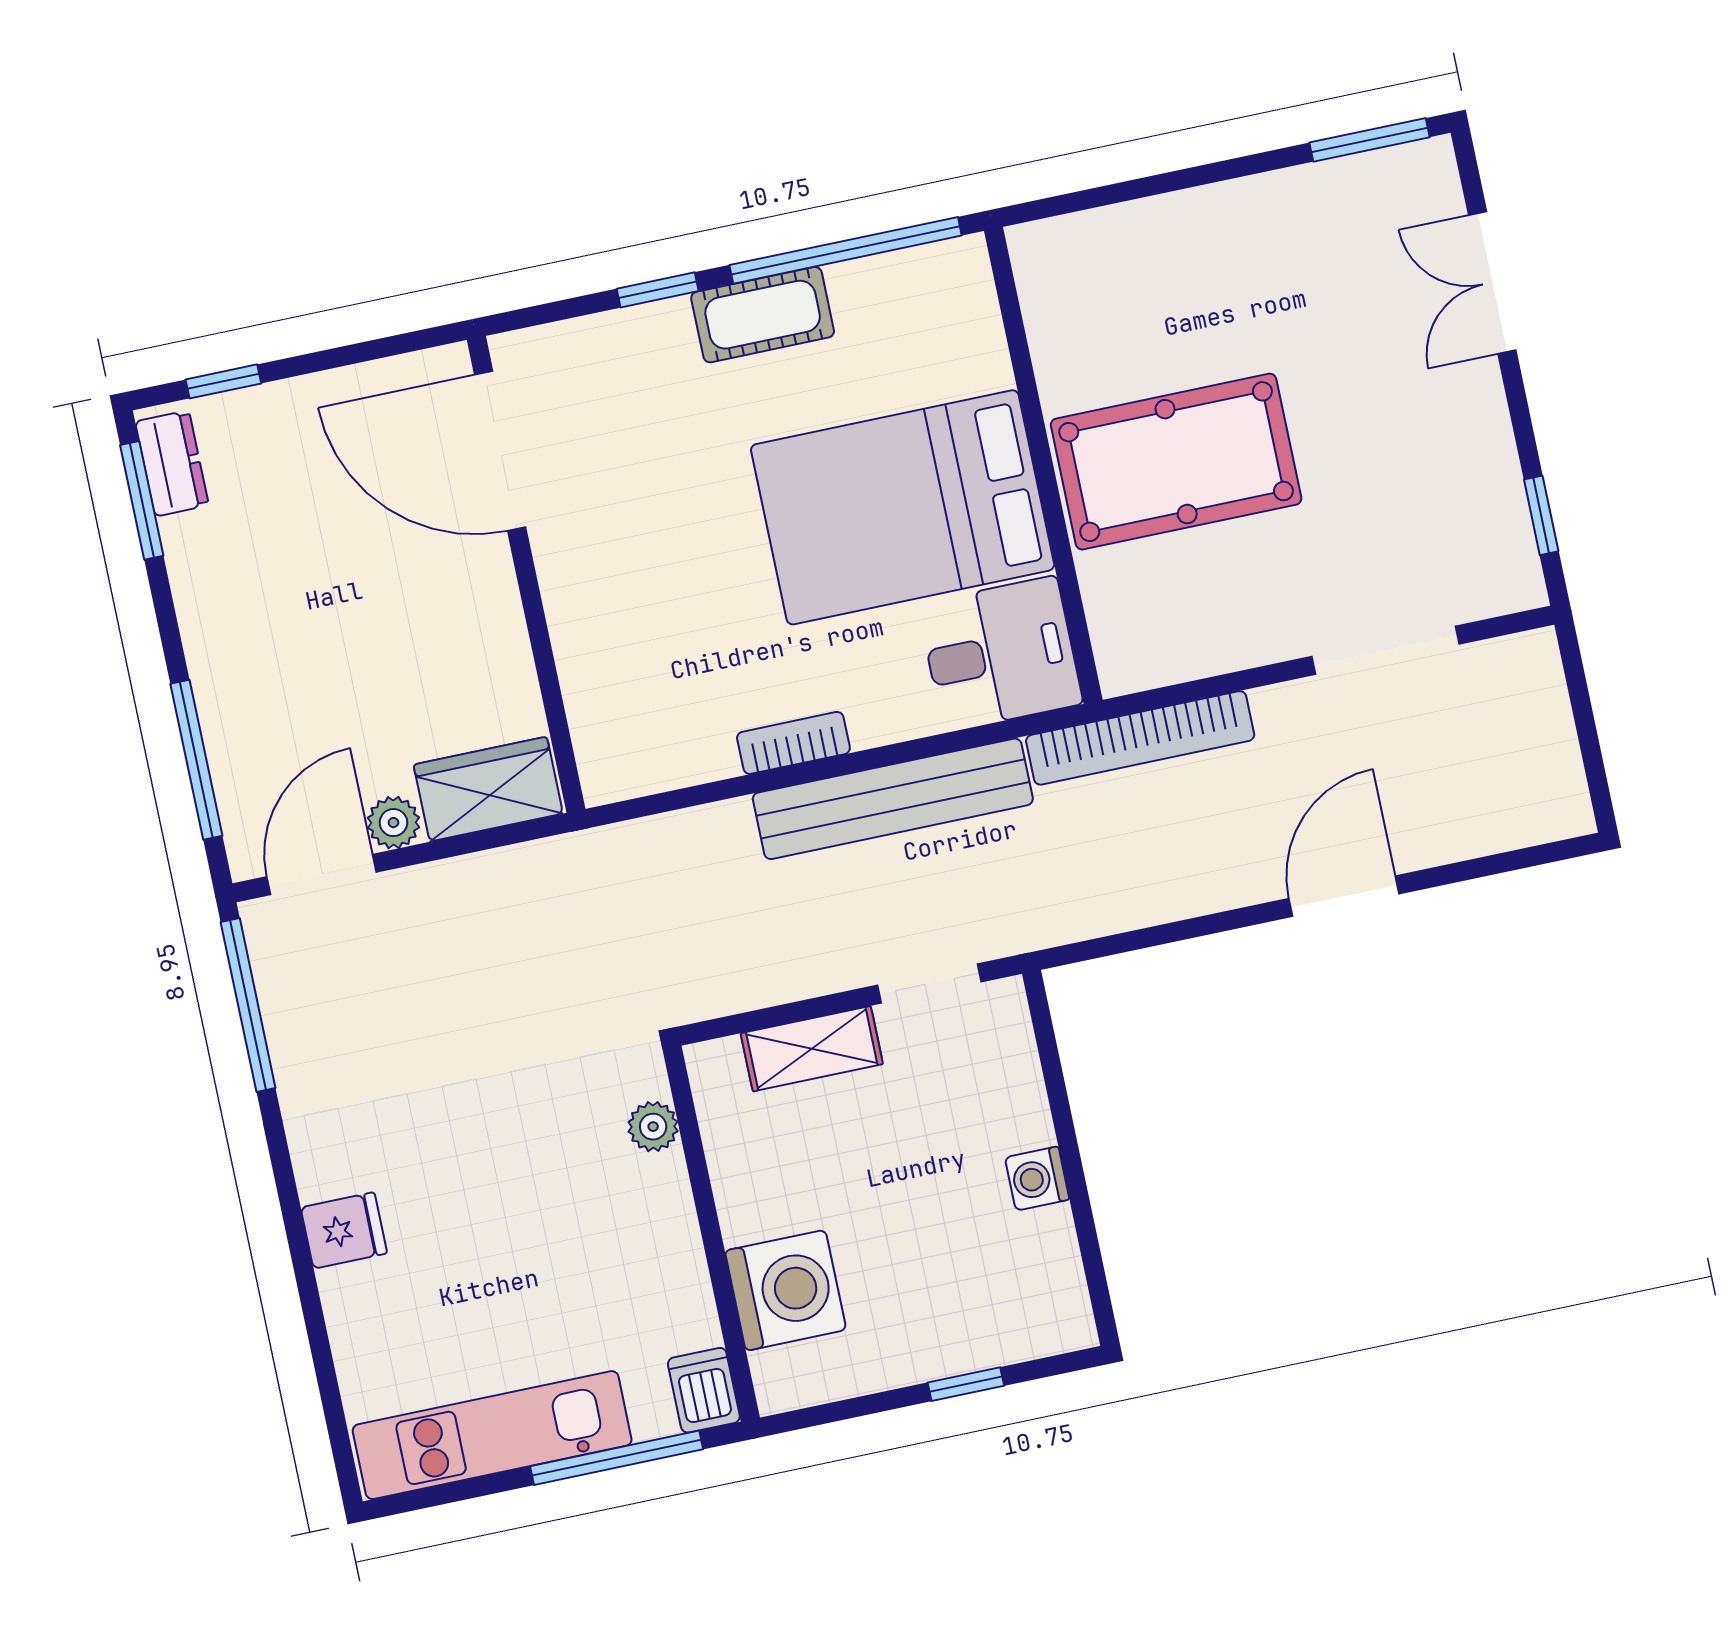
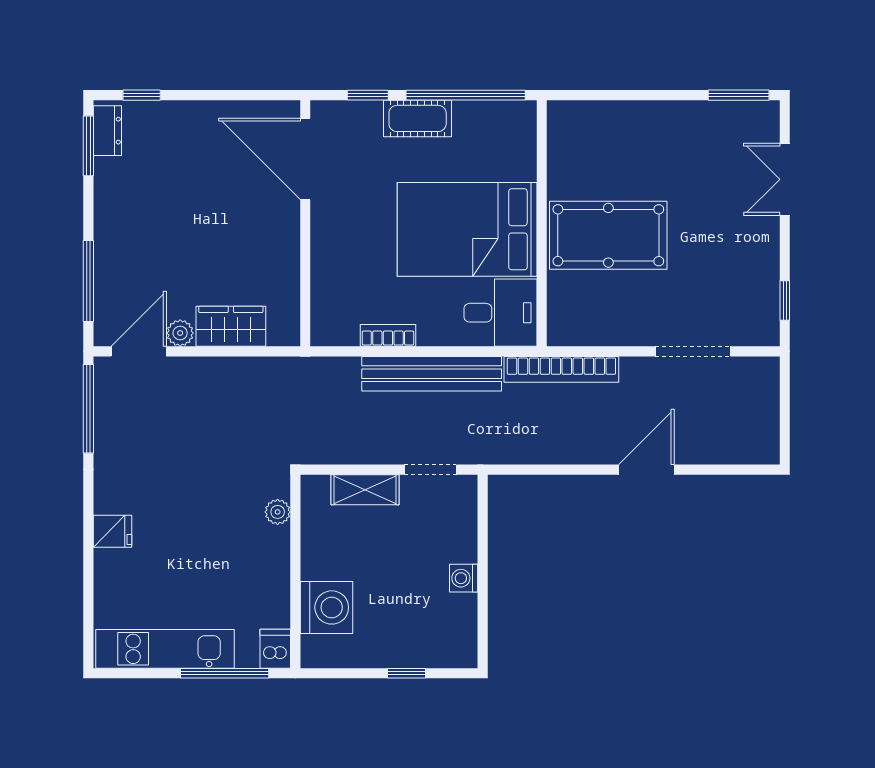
door: (500, 451) -> (305, 159), moved
wall: (526, 574) -> (305, 223), moved

